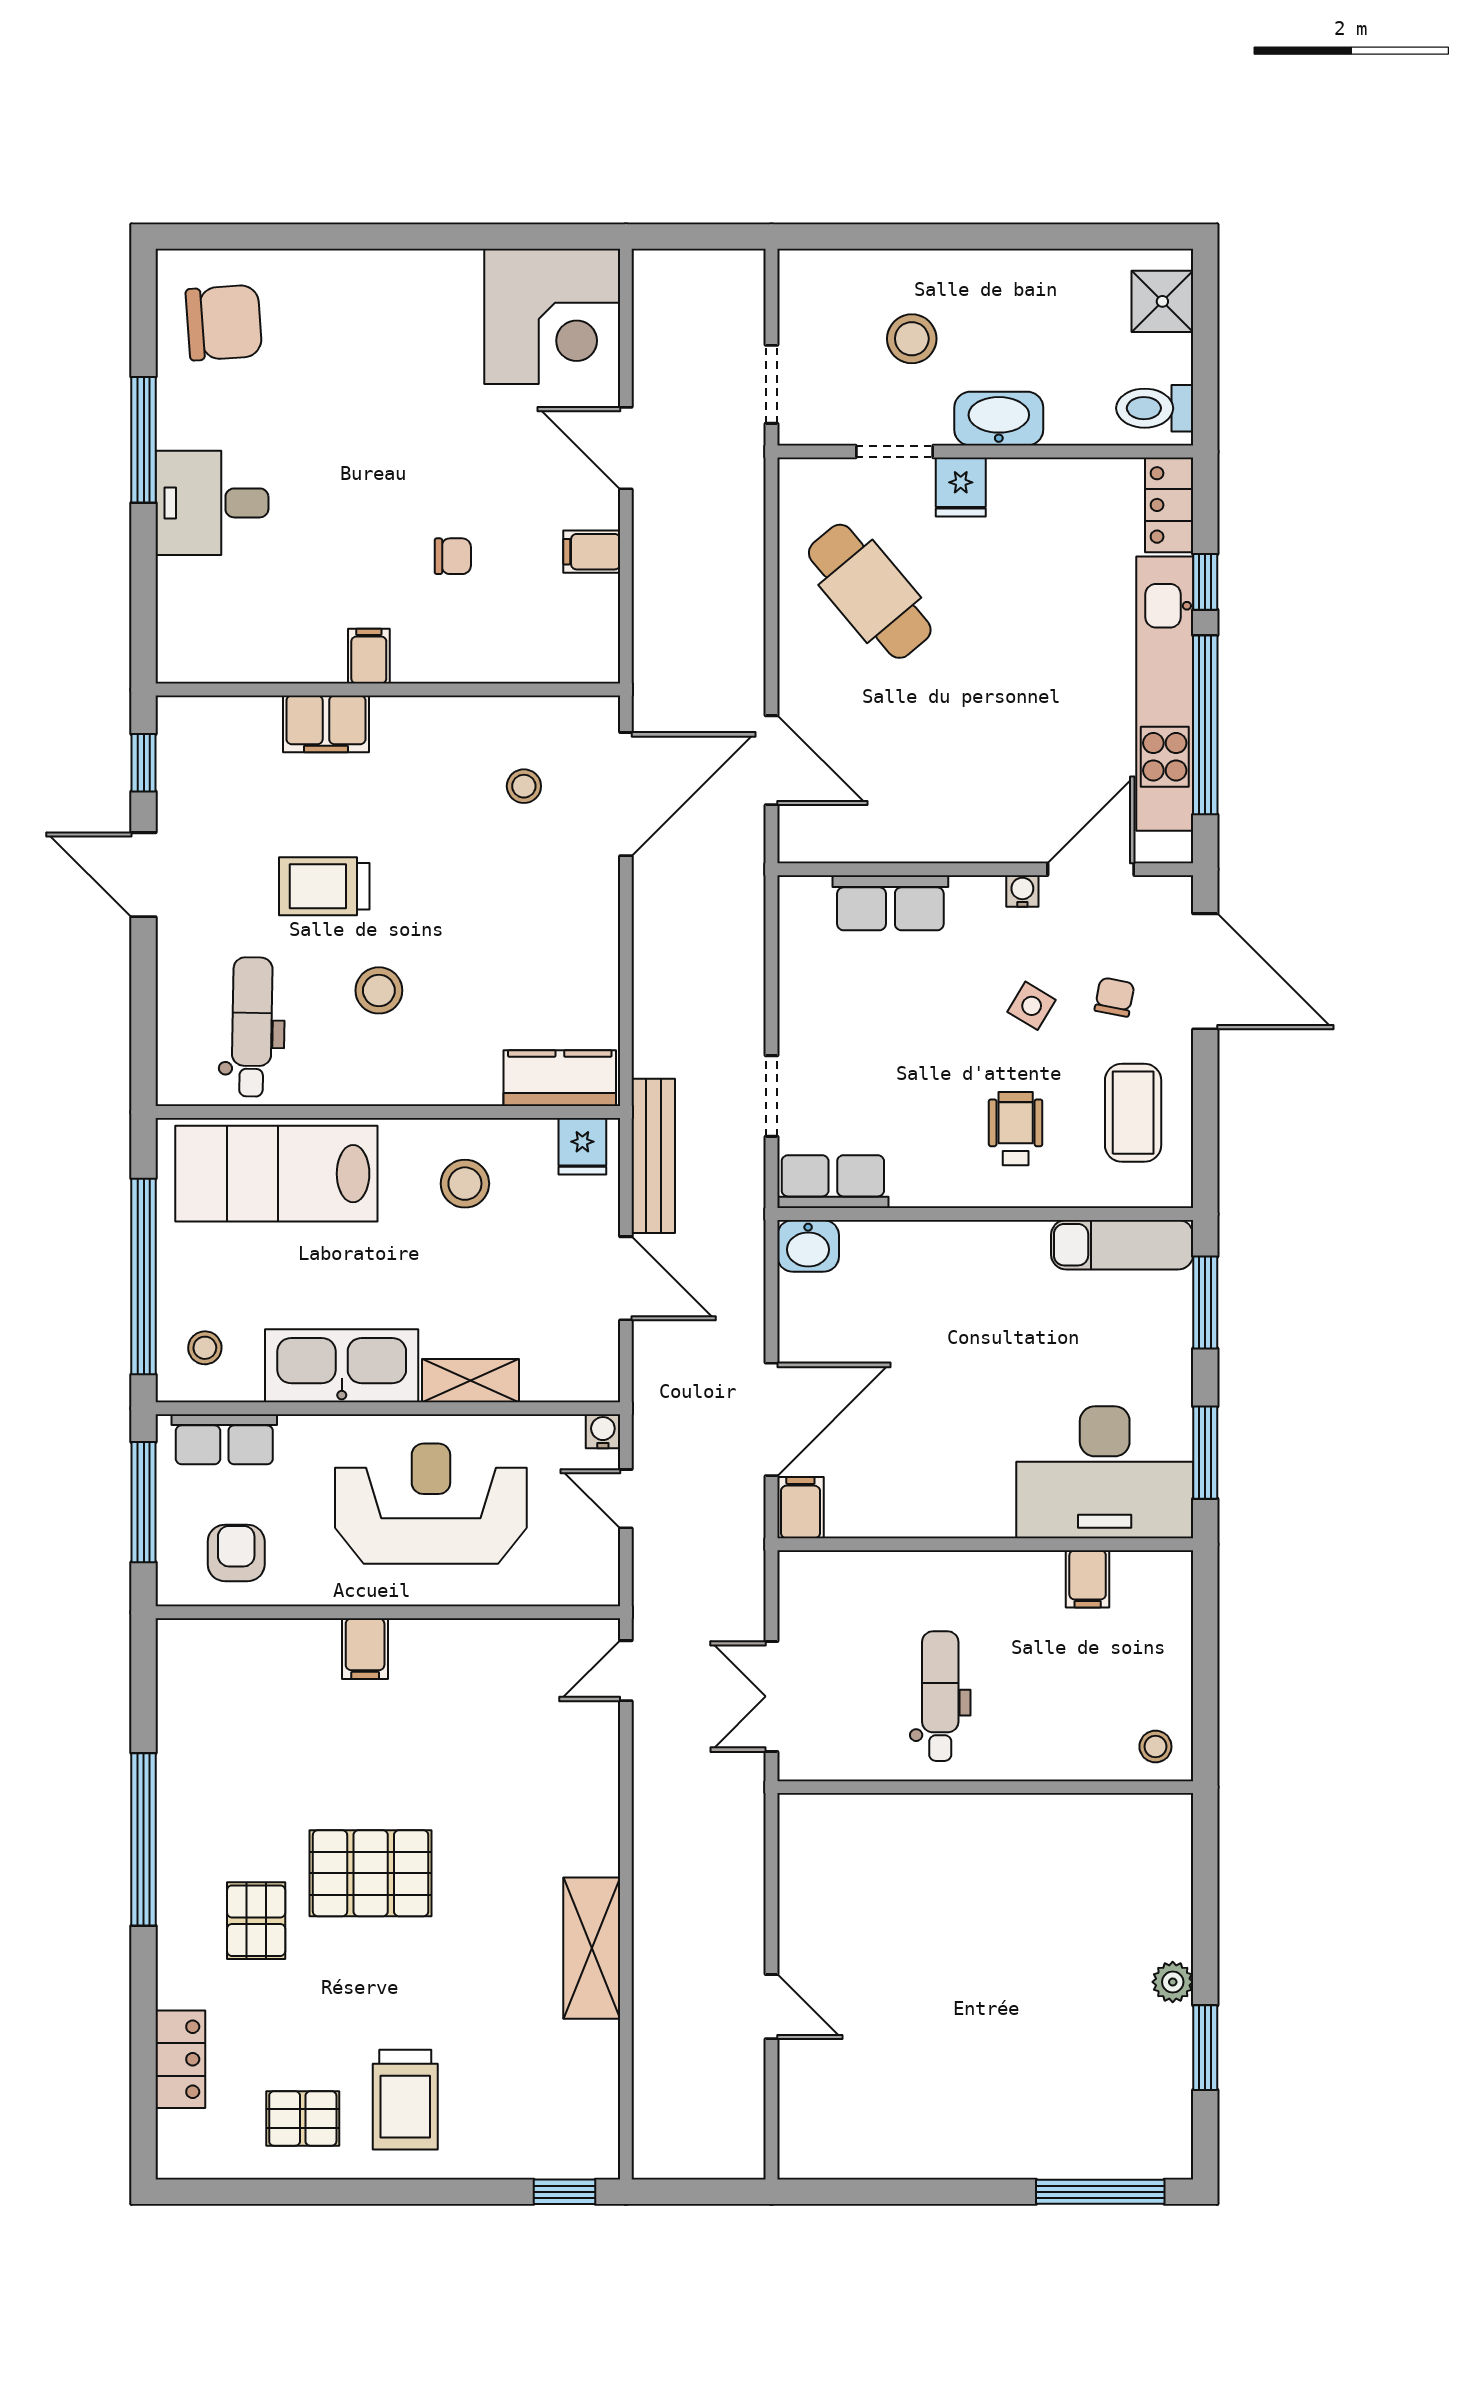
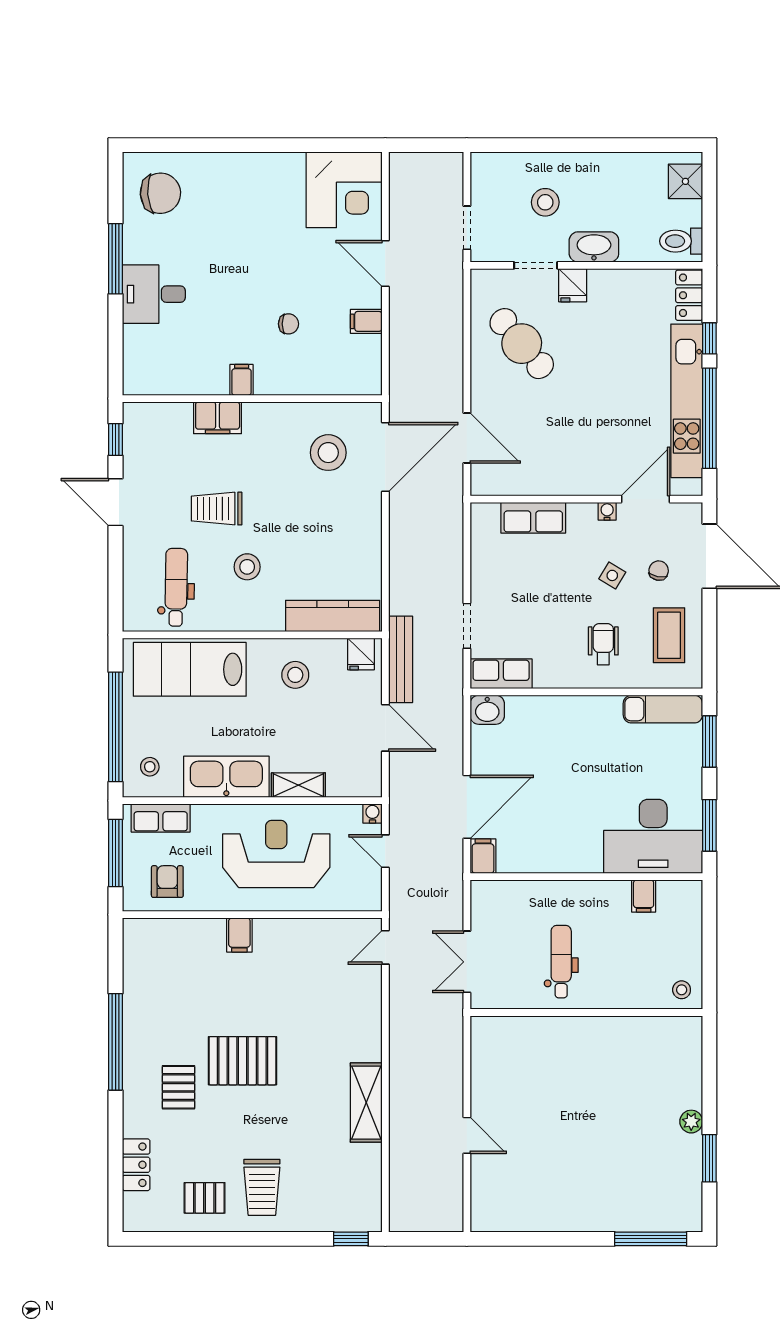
stool: (524, 786) -> (328, 453), width x1.89, depth x1.89
kitchen counter: (560, 1078) -> (333, 616), width x1.50

